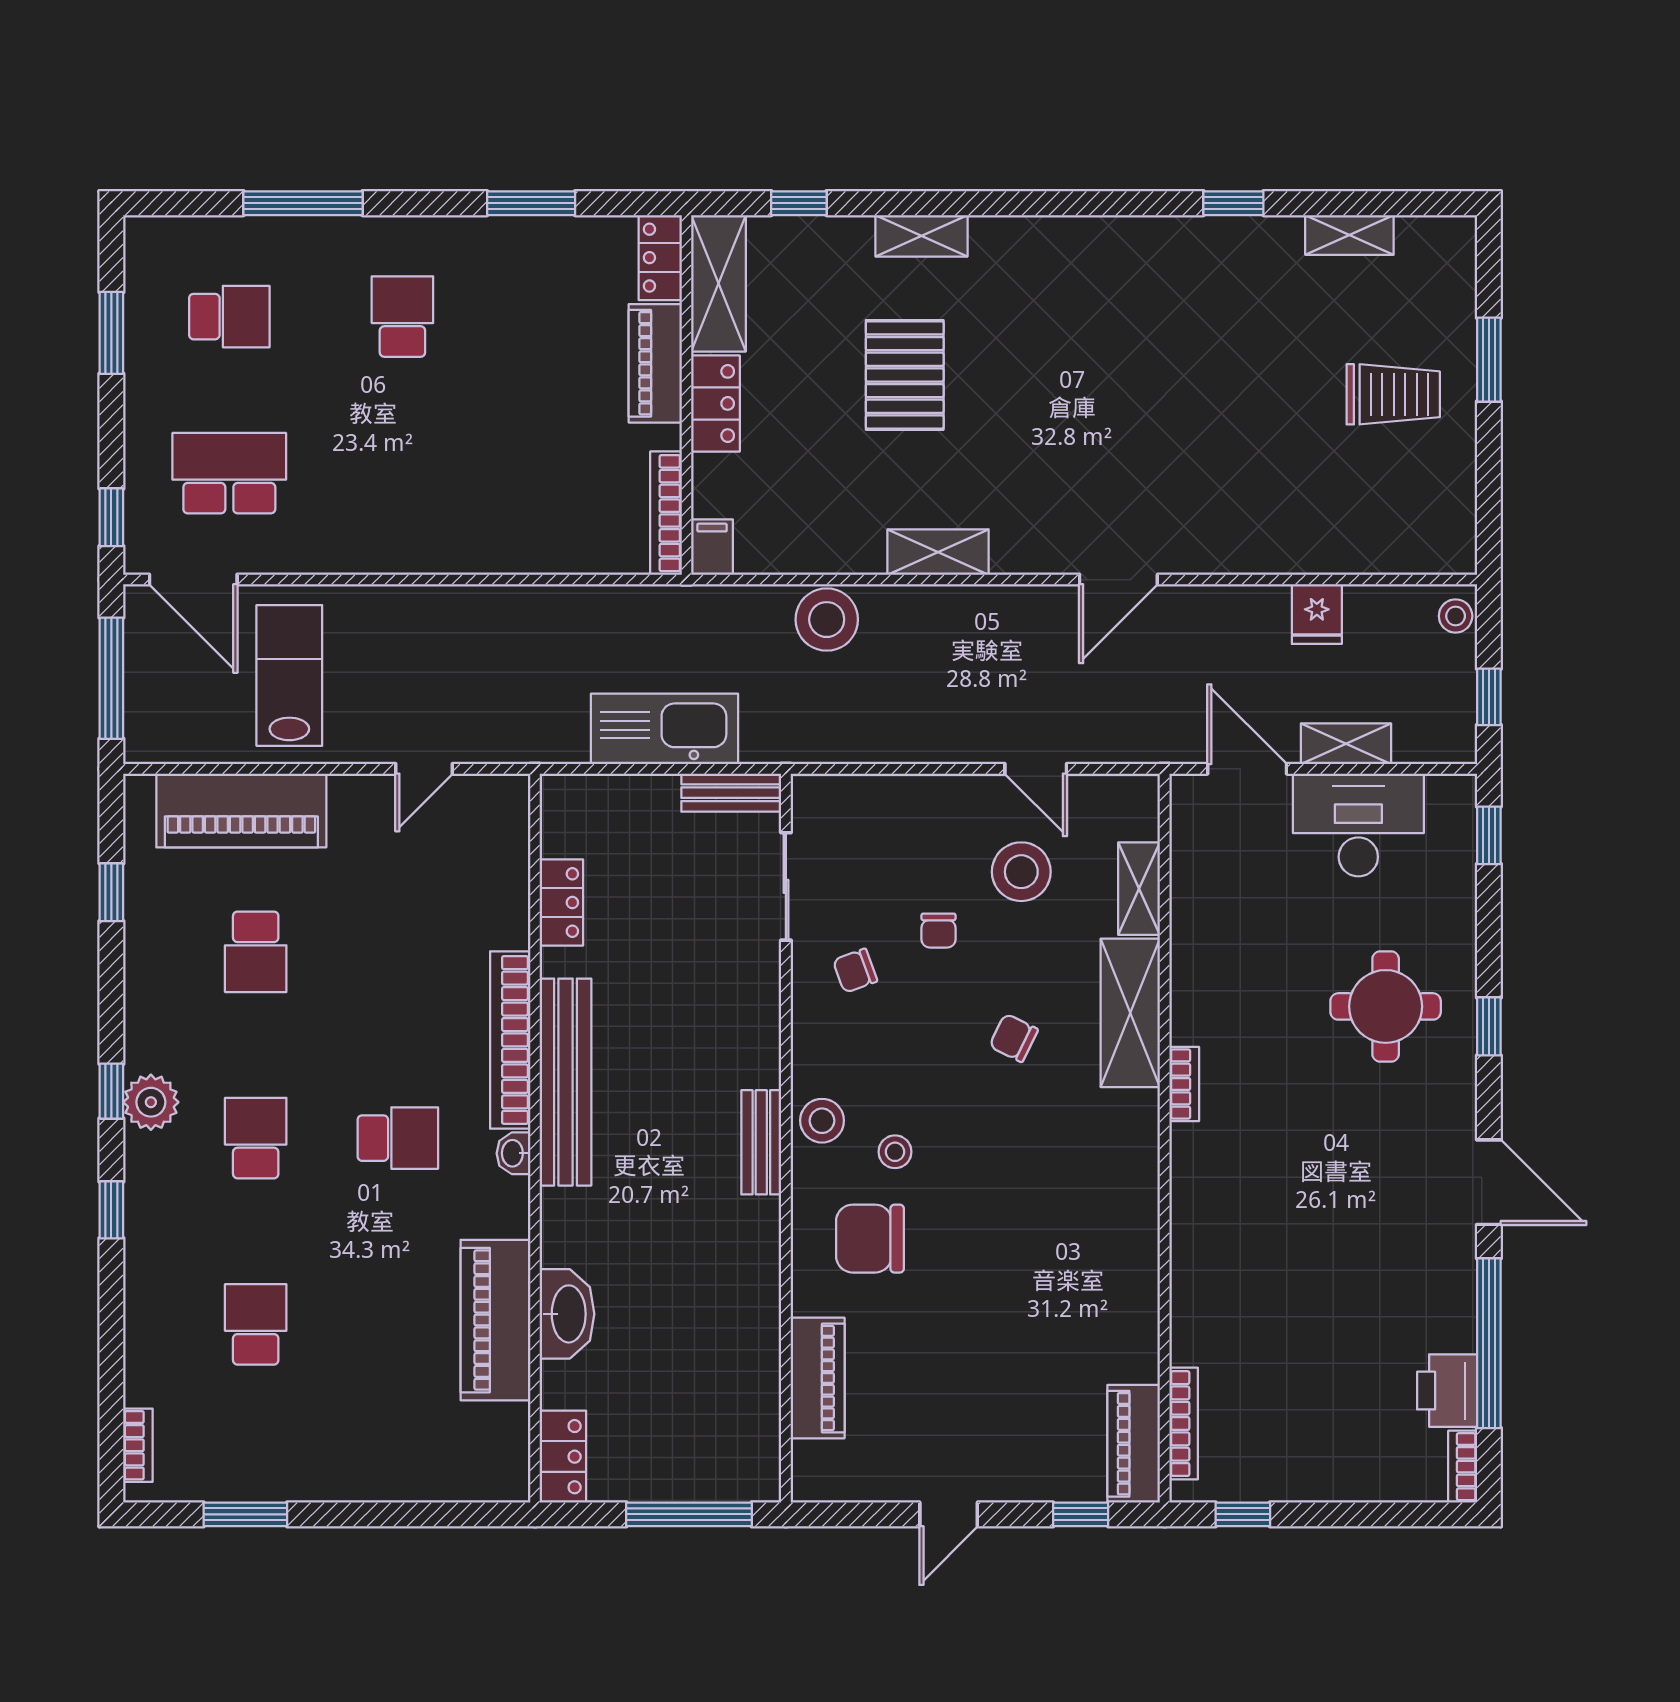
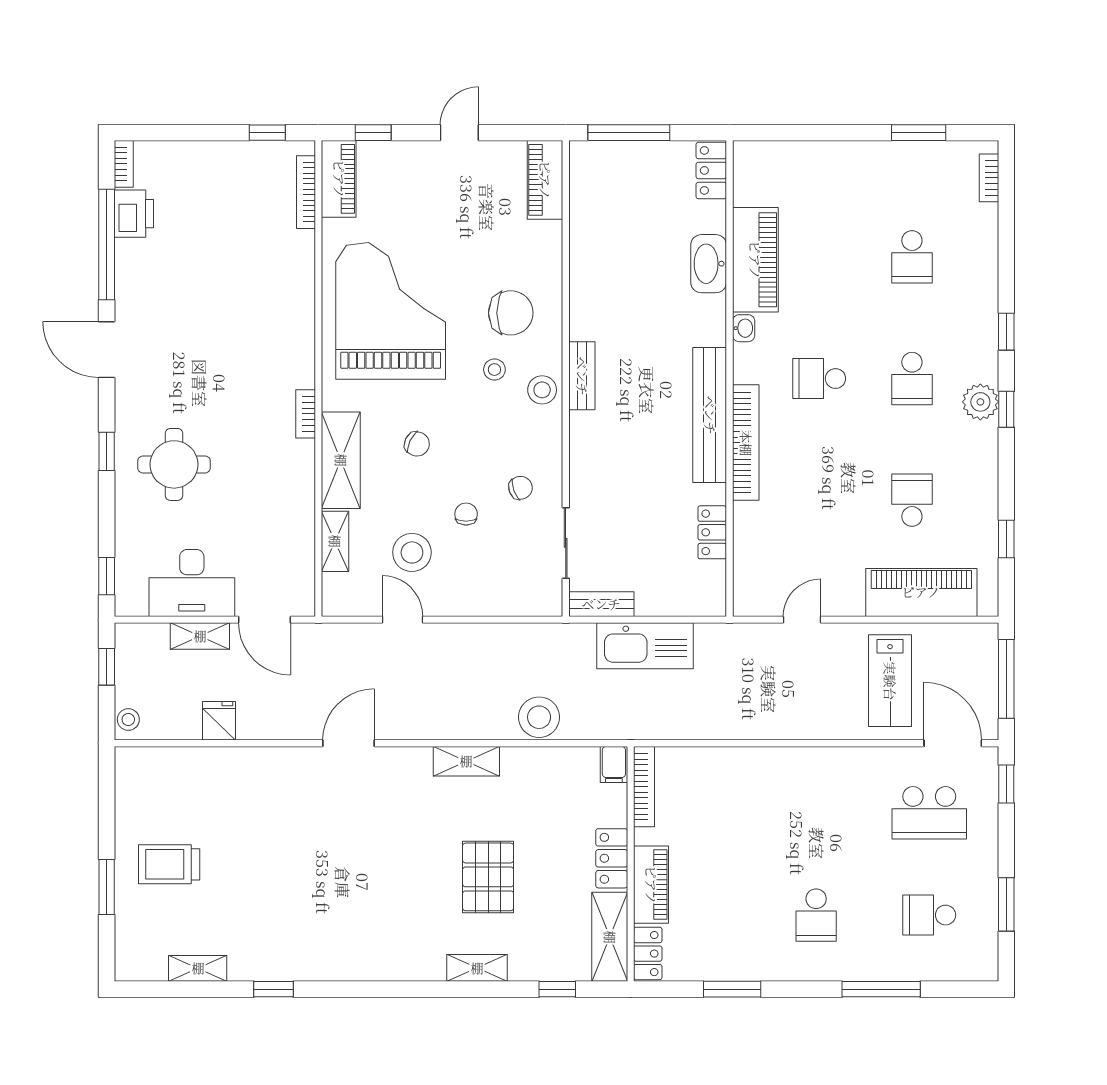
washbasin: (513, 1153) -> (744, 328), moved
grand piano: (1054, 1242) -> (391, 311), added
piano: (818, 1378) -> (545, 180), moved

